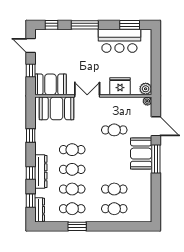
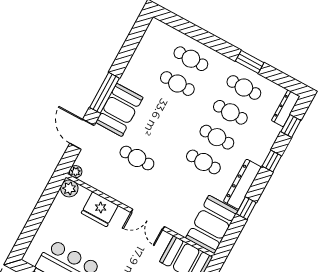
booth: (56, 108) -> (212, 224), moved, turned 90
dresser: (41, 171) -> (242, 184), moved

